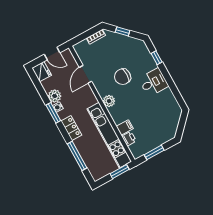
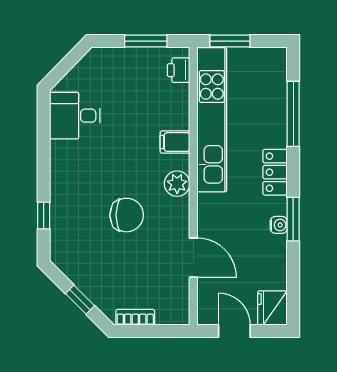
door: (86, 74) -> (193, 258), hinge flipped
desk: (154, 82) -> (75, 116), moved
plant: (55, 96) -> (273, 249), removed
filing cabinet: (125, 127) -> (175, 142), moved
printer: (129, 139) -> (179, 70), moved

